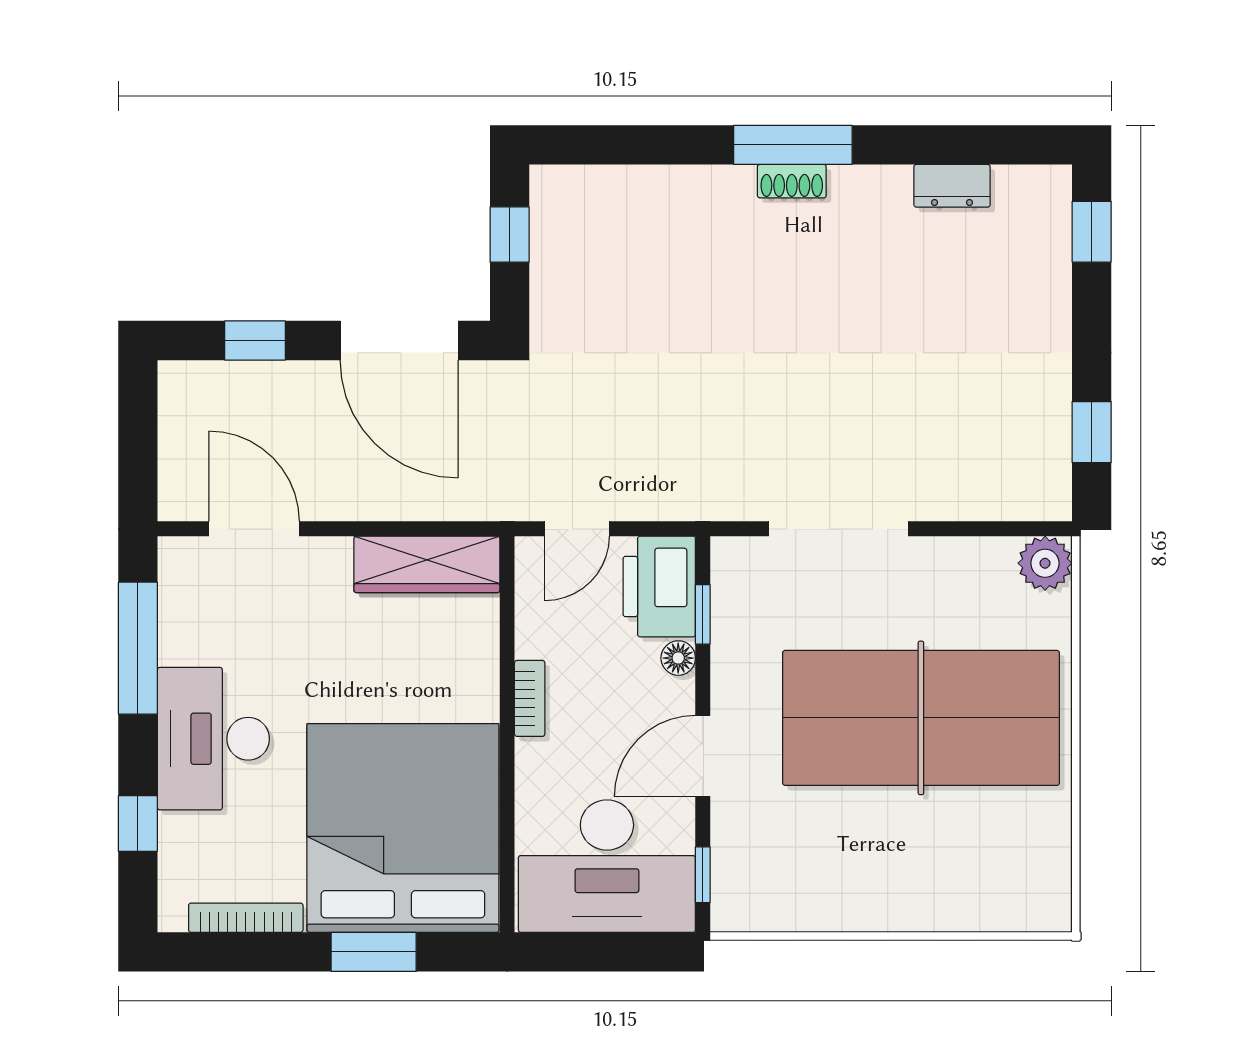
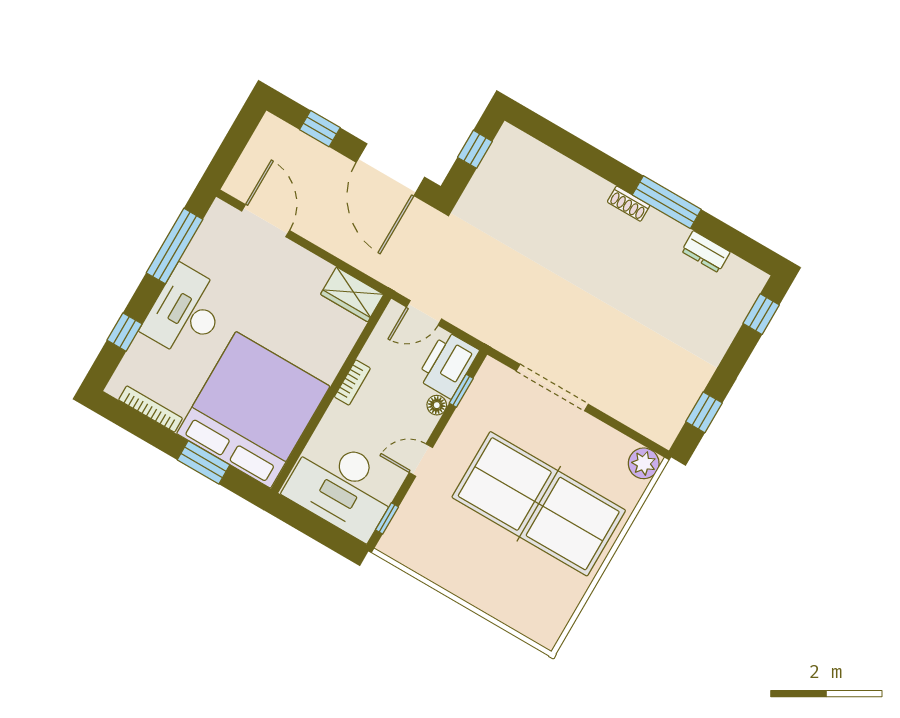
window: (793, 145) -> (667, 202), moved
wardrobe: (427, 564) -> (352, 294), width x0.67
door: (703, 756) -> (421, 460), width x0.73

